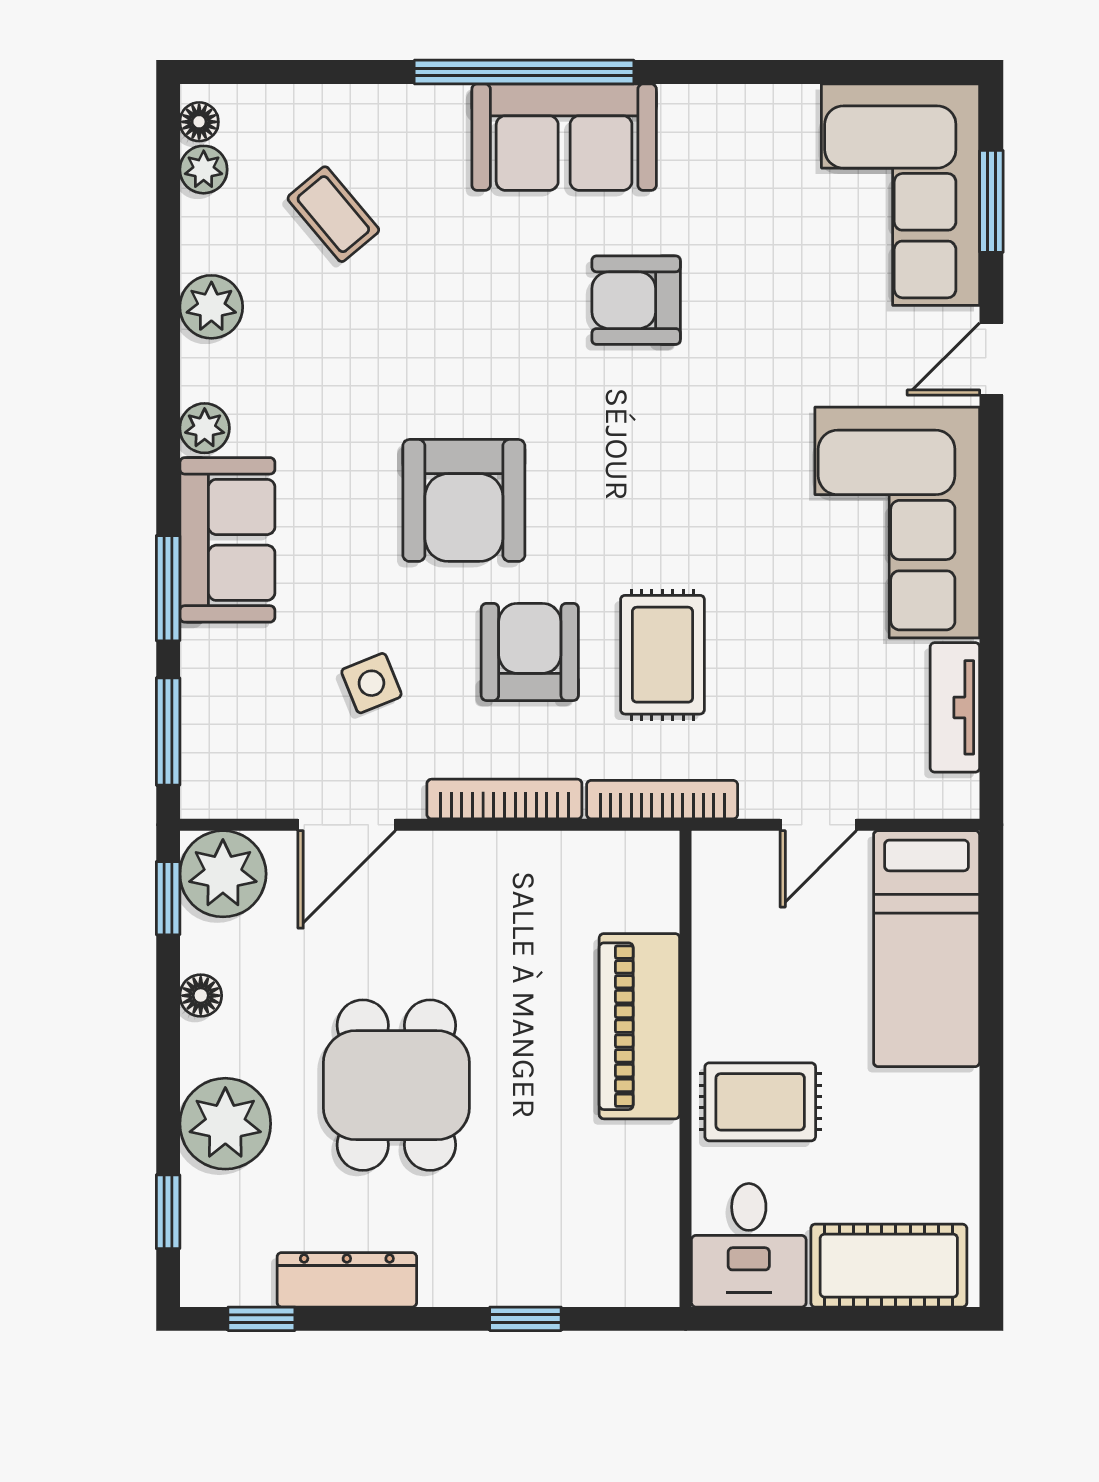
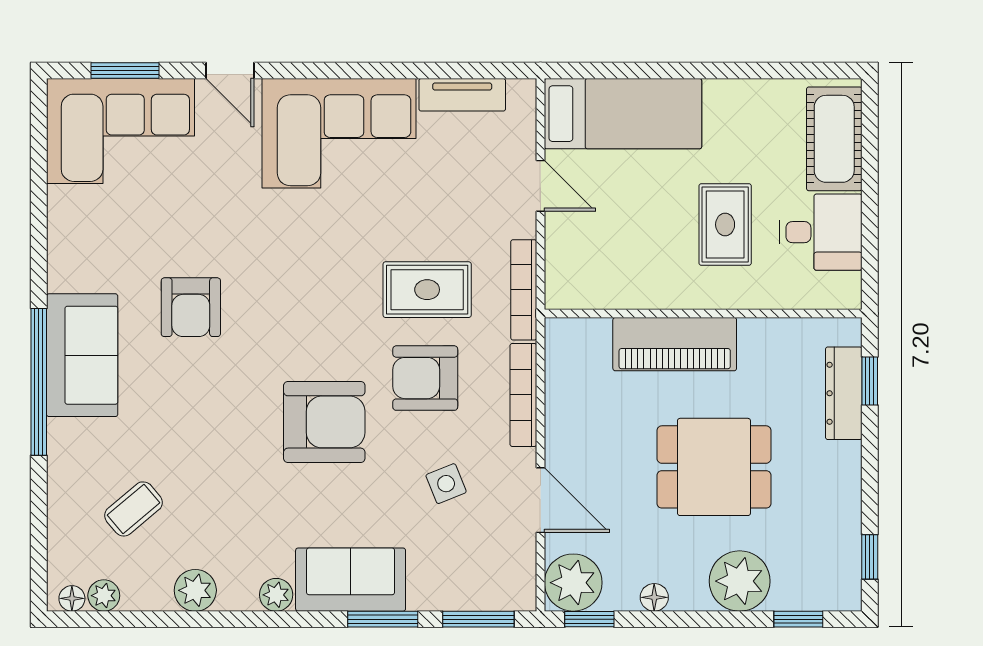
piano: (639, 1026) -> (675, 344), moved
wall: (686, 1069) -> (703, 313), moved
dresser: (347, 1280) -> (844, 393), moved

